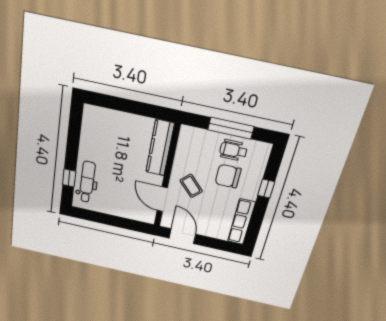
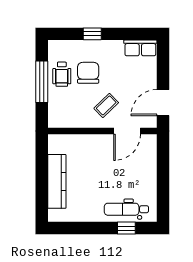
kitchen counter: (160, 148) -> (57, 181), moved, turned -90
chair: (228, 176) -> (88, 73), turned 180
row of seats: (241, 222) -> (140, 48), width x0.68

